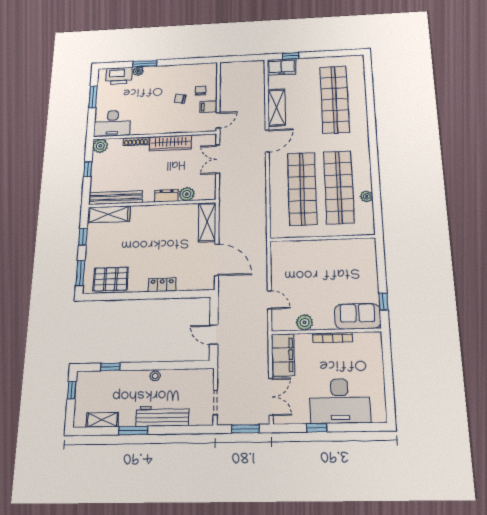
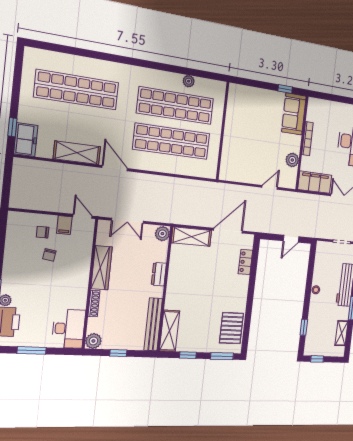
plant: (187, 194) -> (162, 234), moved
locker: (162, 285) -> (245, 262), moved

